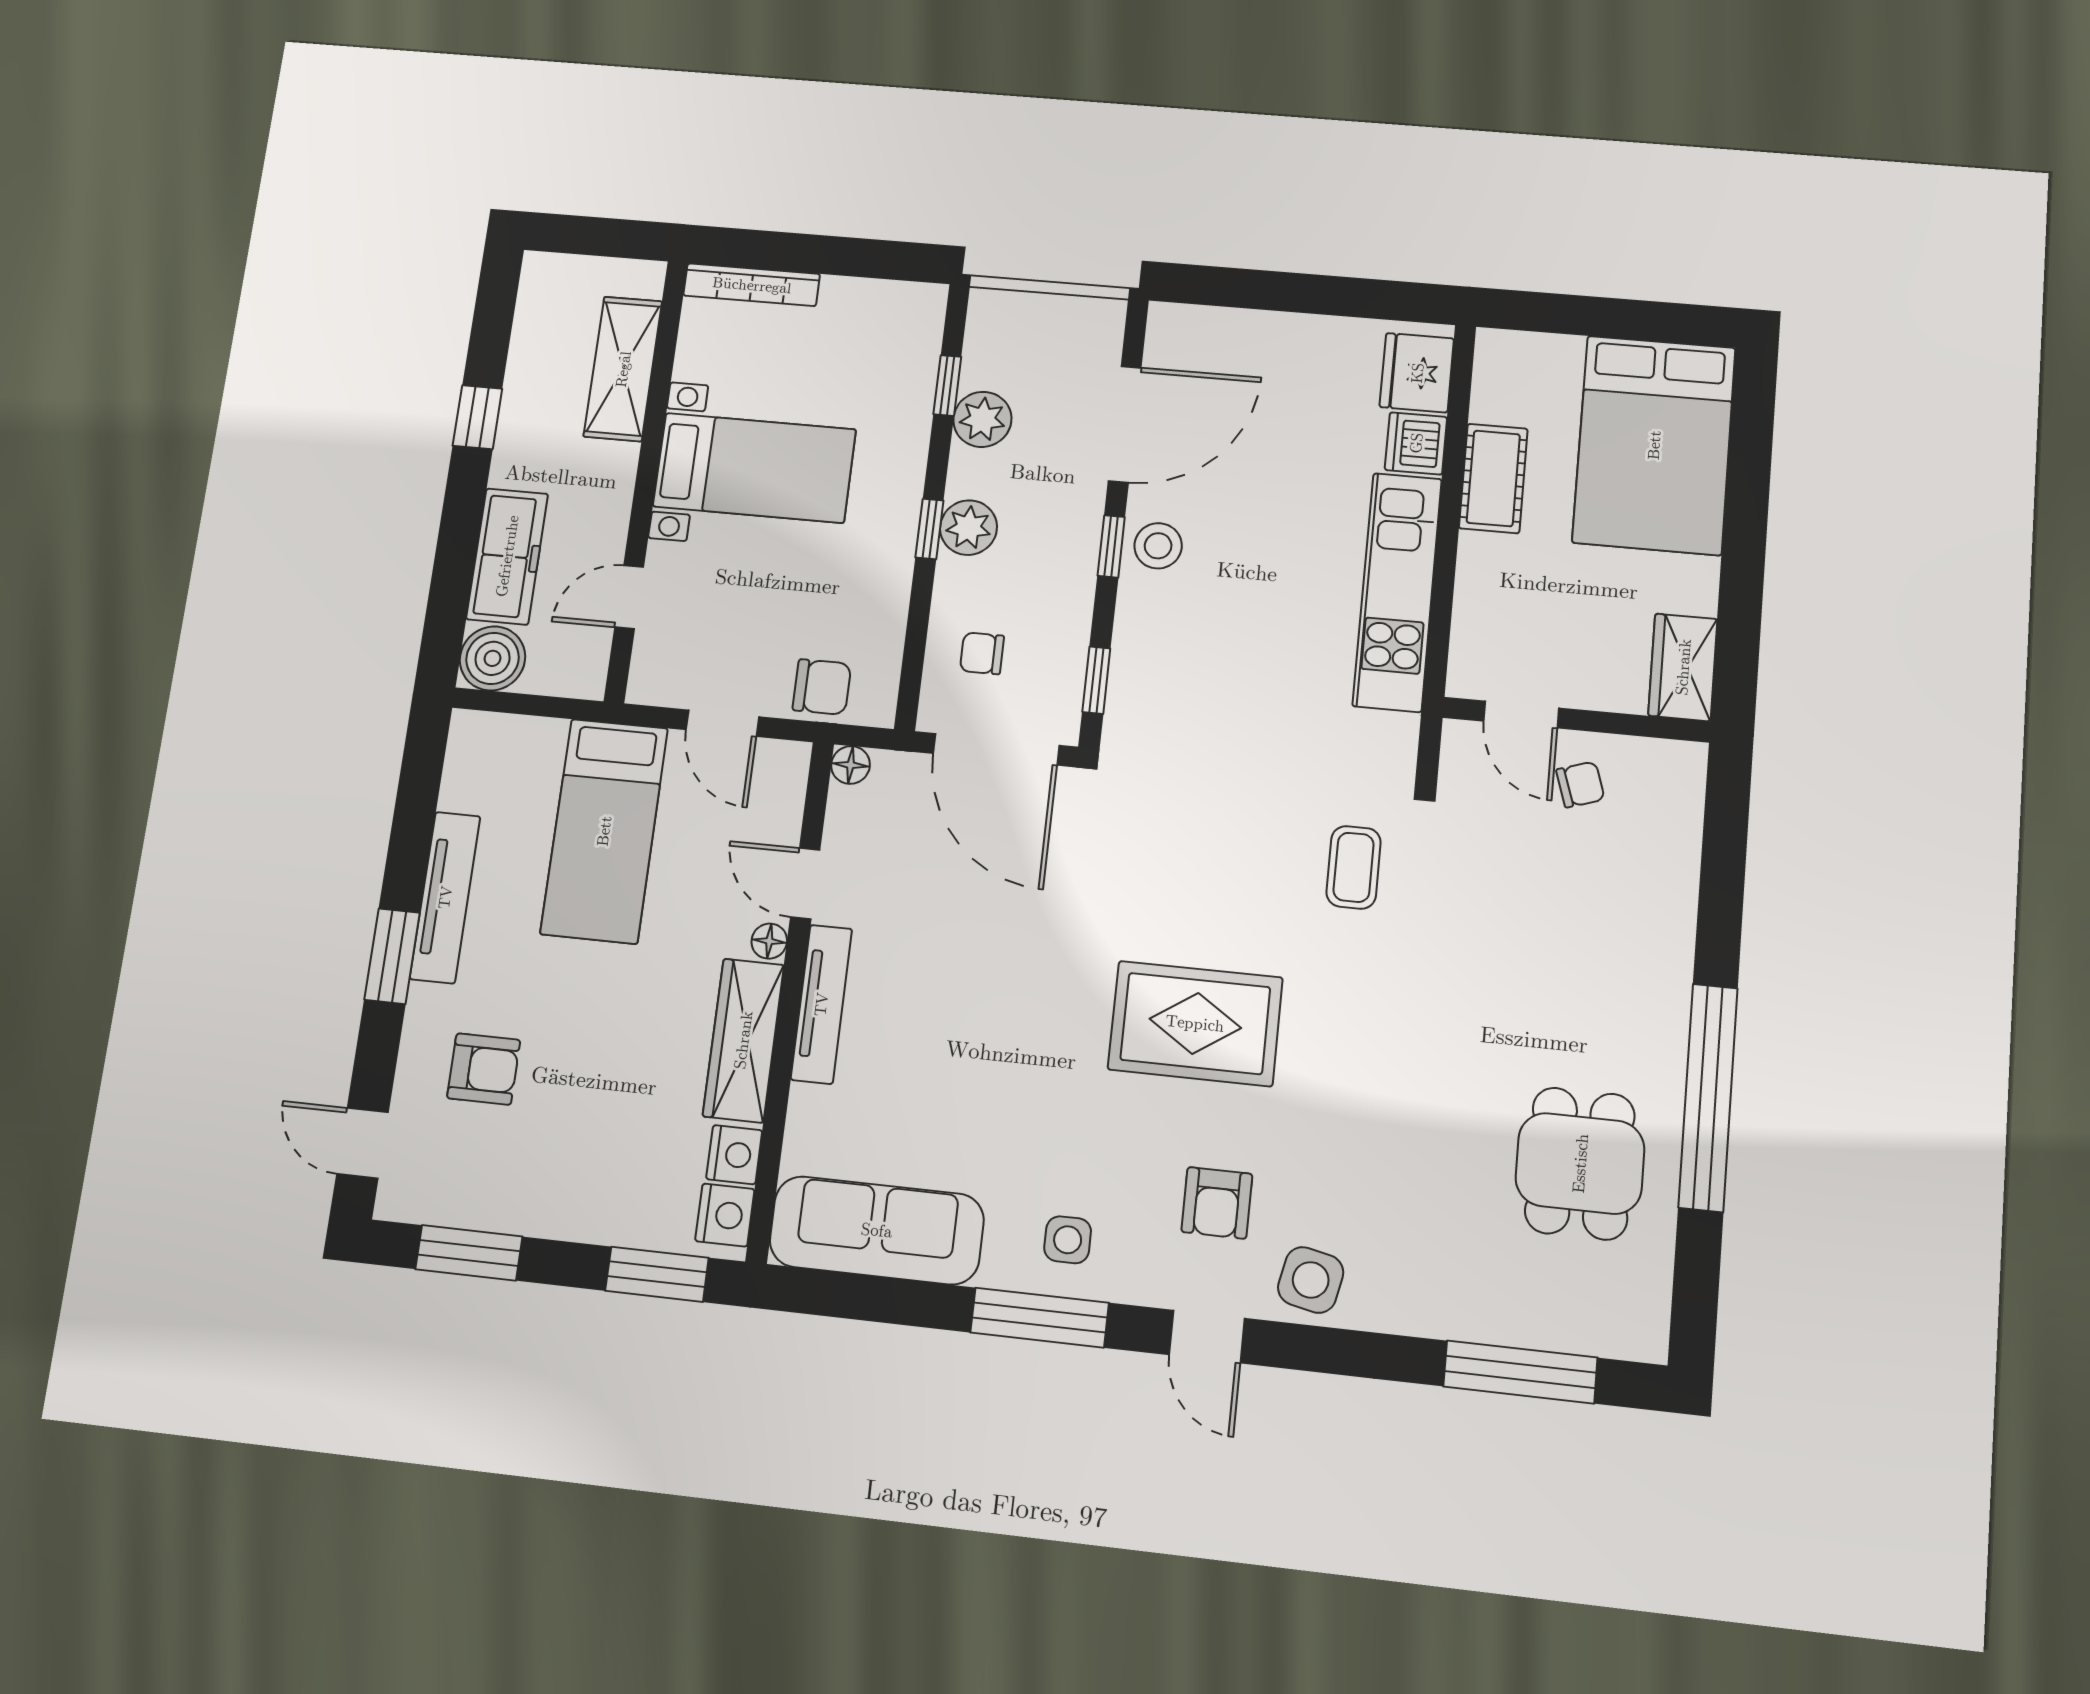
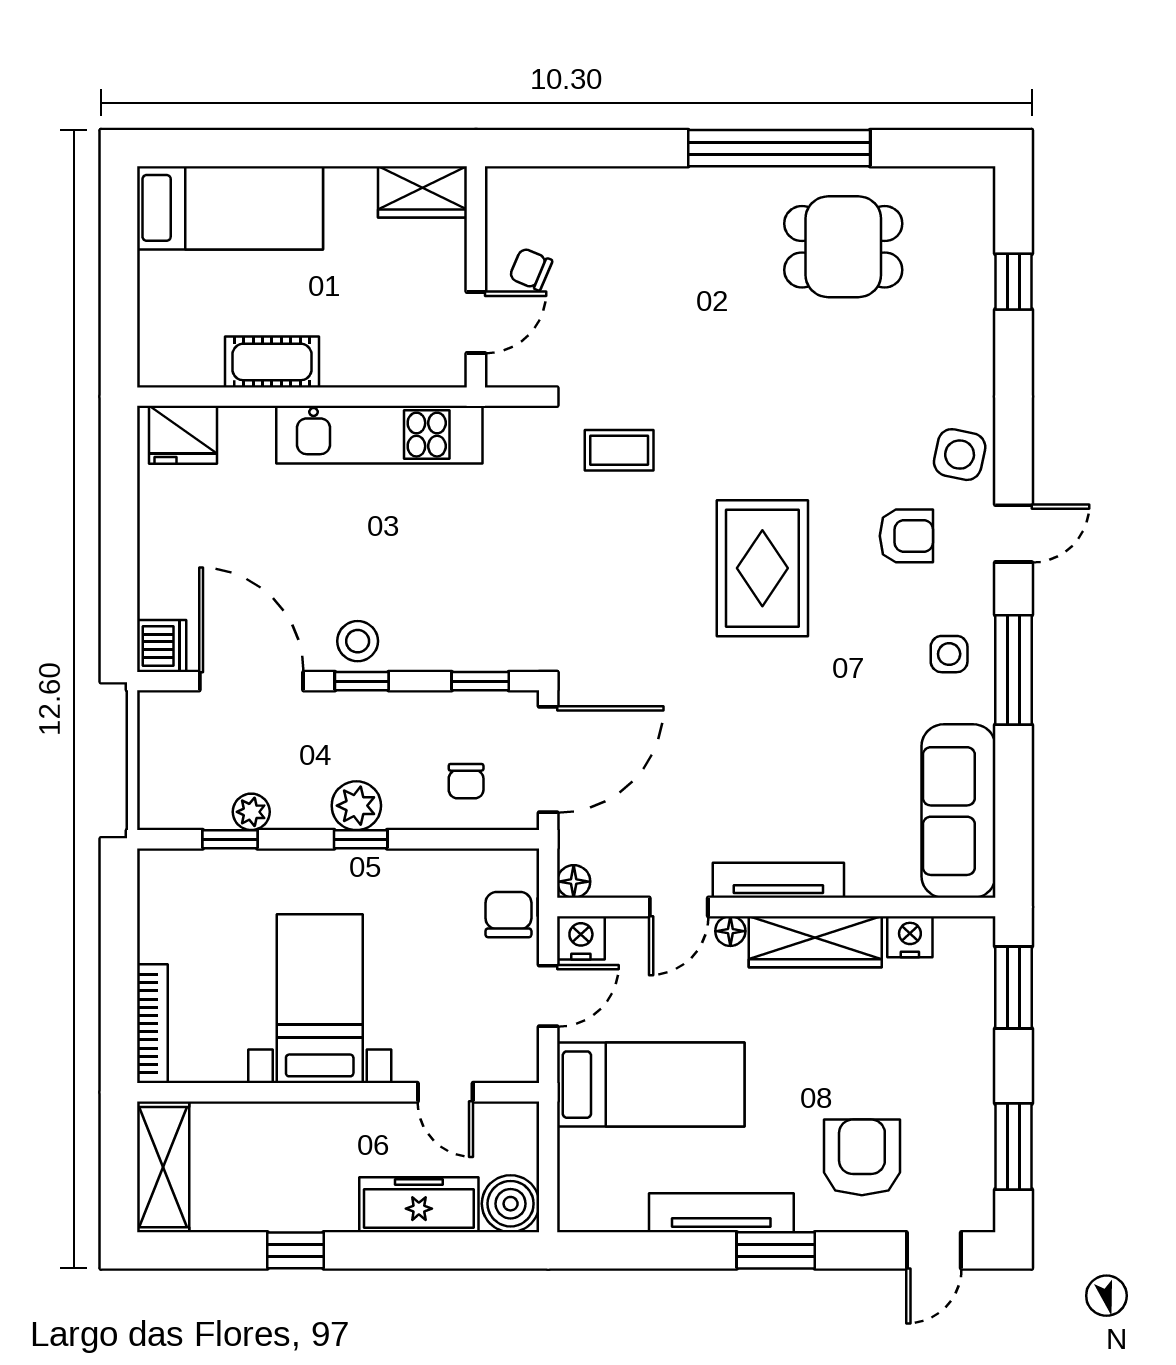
shelving: (623, 369) -> (163, 1167), moved, turned 90
plant: (982, 419) -> (251, 812), width x0.73, depth x0.73
dishwasher: (1416, 443) -> (162, 646), moved, turned -90
bed: (1654, 445) -> (230, 208), width x0.67
chair: (1580, 784) -> (531, 269), turned -49
armchair: (484, 1069) -> (862, 1157), width x1.38, depth x1.38
nightstand: (725, 1215) -> (581, 938), moved
window: (1520, 1372) -> (1013, 282), width x0.46

